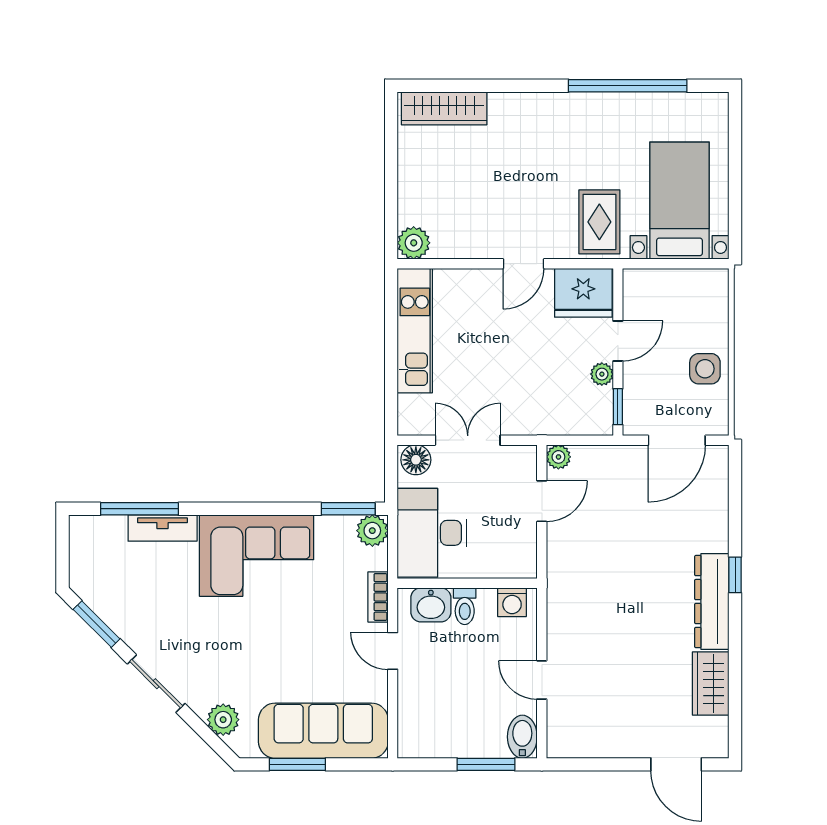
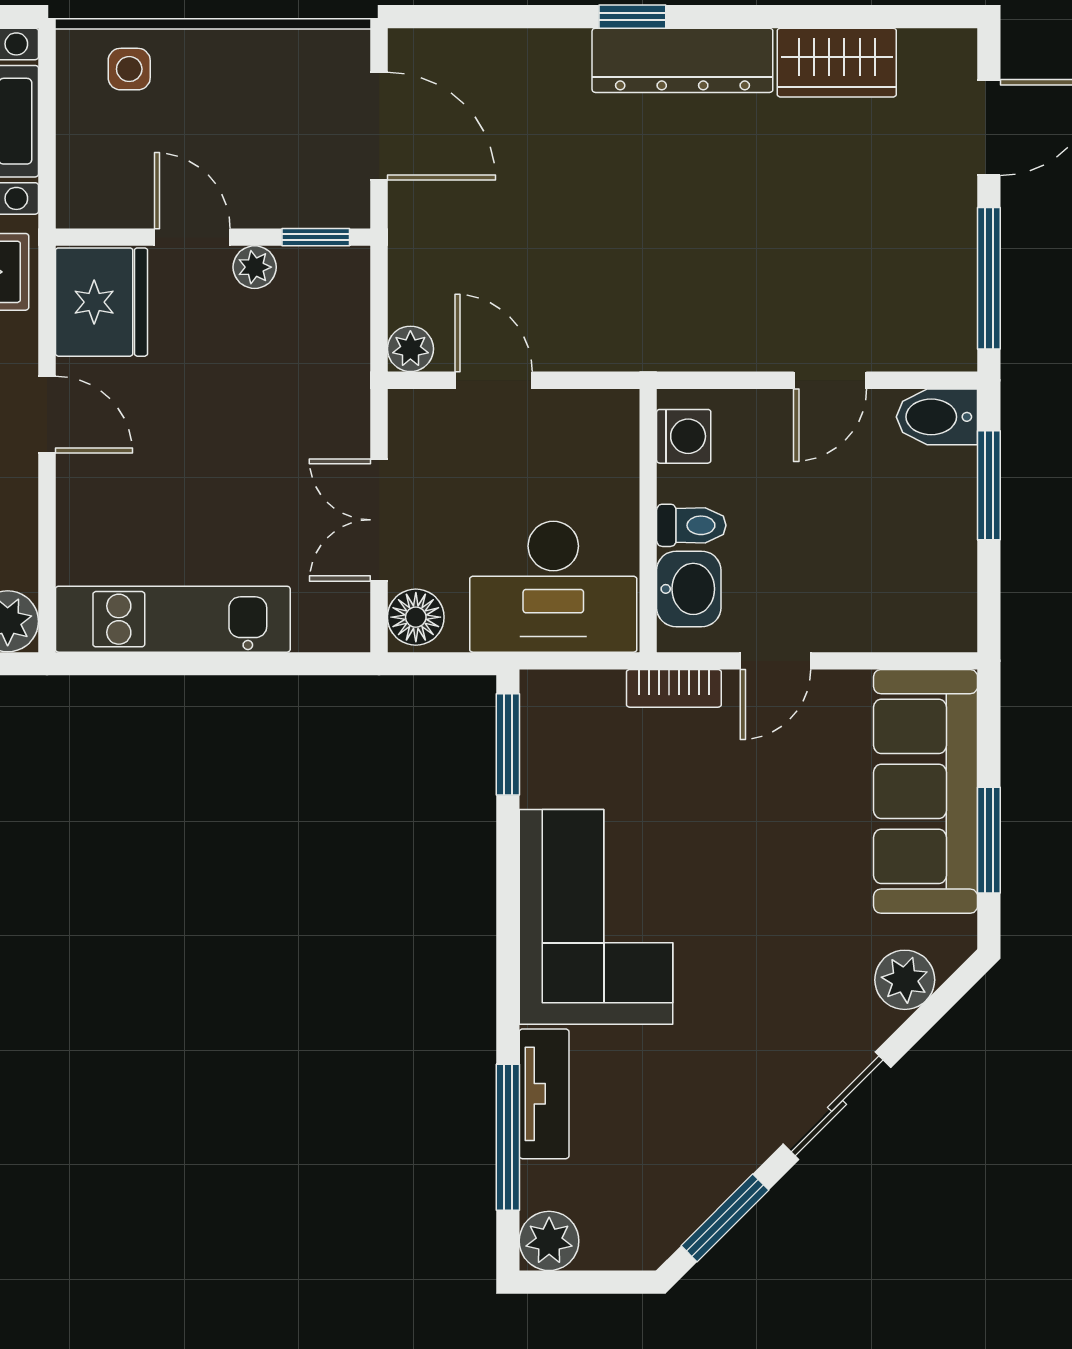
side table: (705, 369) -> (129, 69), moved, width x0.73, depth x0.73
plant: (372, 531) -> (549, 1241), moved
window: (596, 764) -> (989, 278), added

